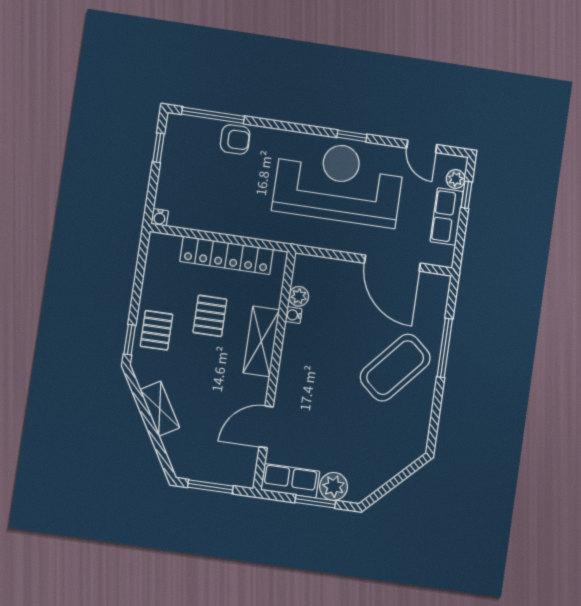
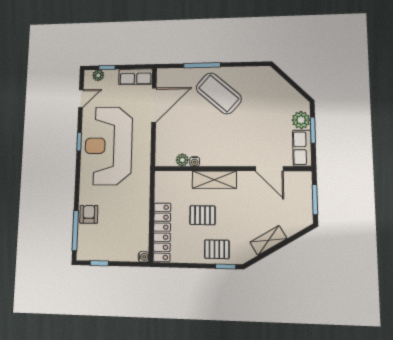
row of seats: (447, 217) -> (136, 77), moved
locker: (227, 255) -> (162, 232), moved

